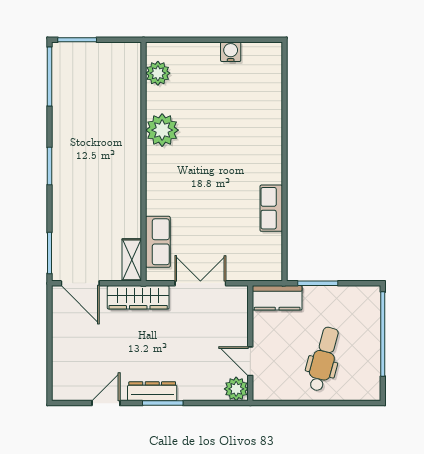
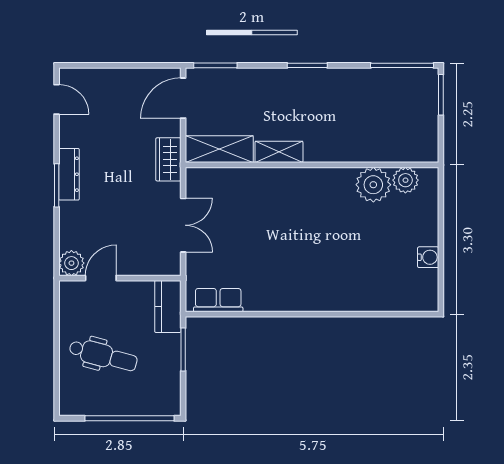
plant: (162, 130) -> (373, 185), moved
shelving: (131, 193) -> (279, 152), added
row of seats: (271, 208) -> (218, 300), moved
row of seats: (158, 242) -> (227, 180), removed
shelving: (132, 260) -> (219, 149), width x1.50, depth x1.33
wardrobe: (138, 297) -> (168, 159), width x0.67
door: (106, 403) -> (57, 99), moved

